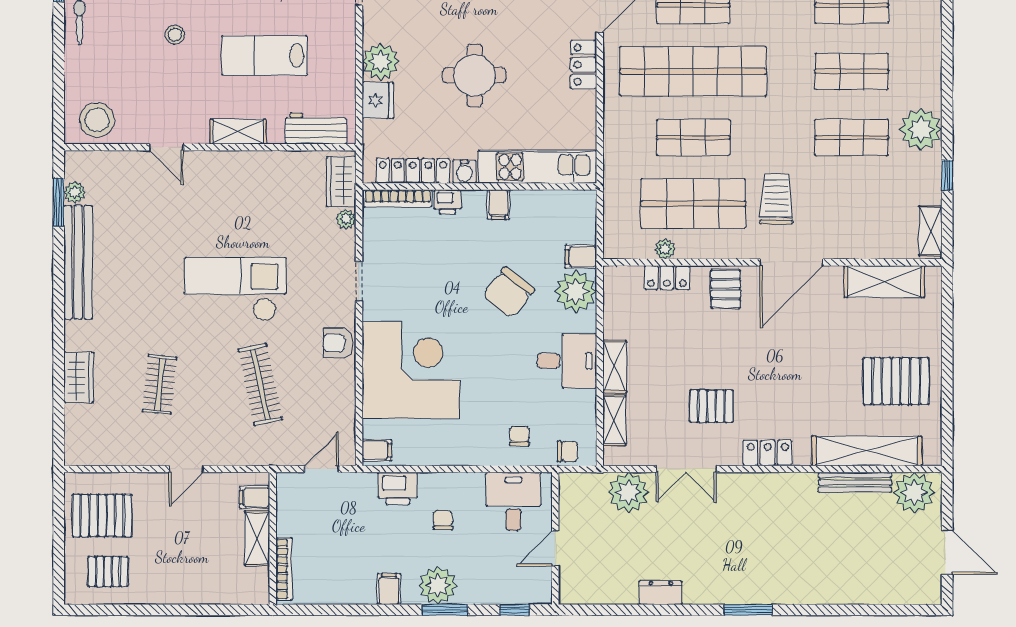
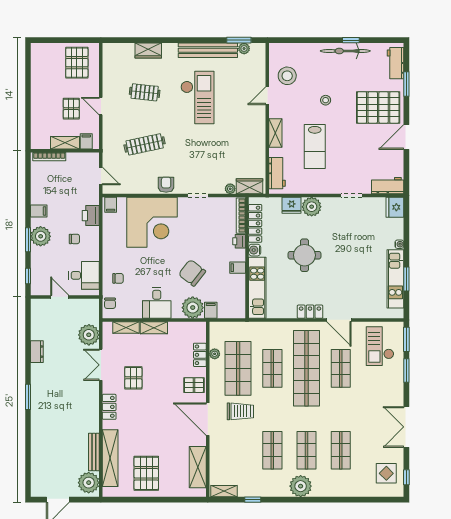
lab bench: (264, 55) -> (315, 147), turned 180
stool: (97, 120) -> (287, 76), moved
plant: (921, 129) -> (301, 486), moved
checkout: (235, 289) -> (197, 98), moved
pallet: (108, 572) -> (71, 109), moved

